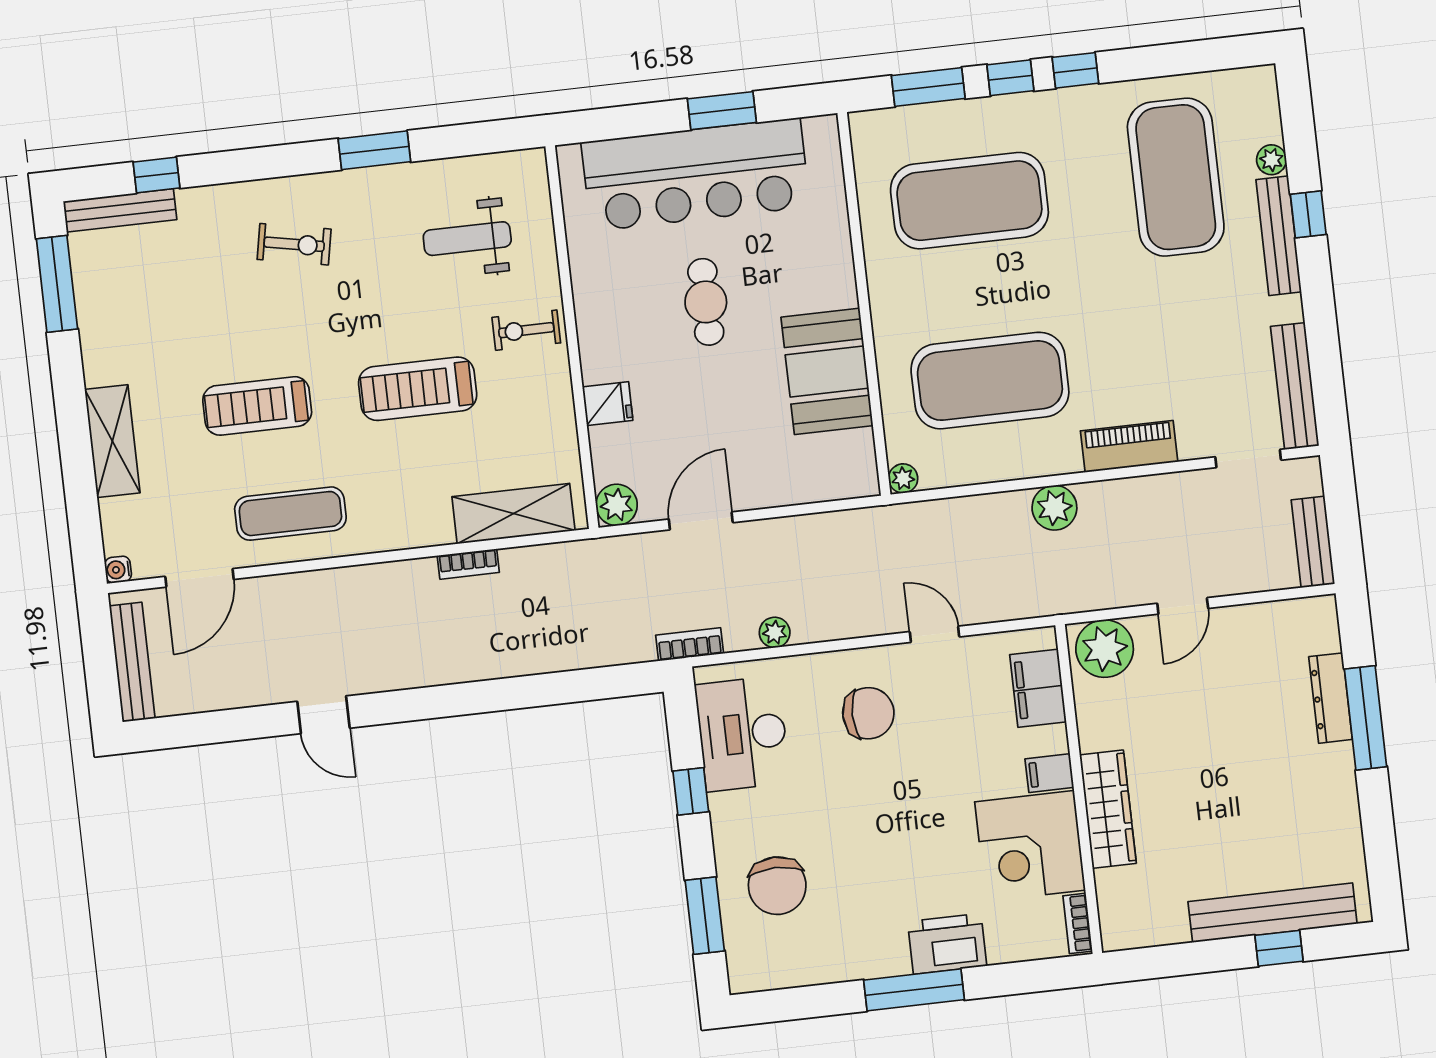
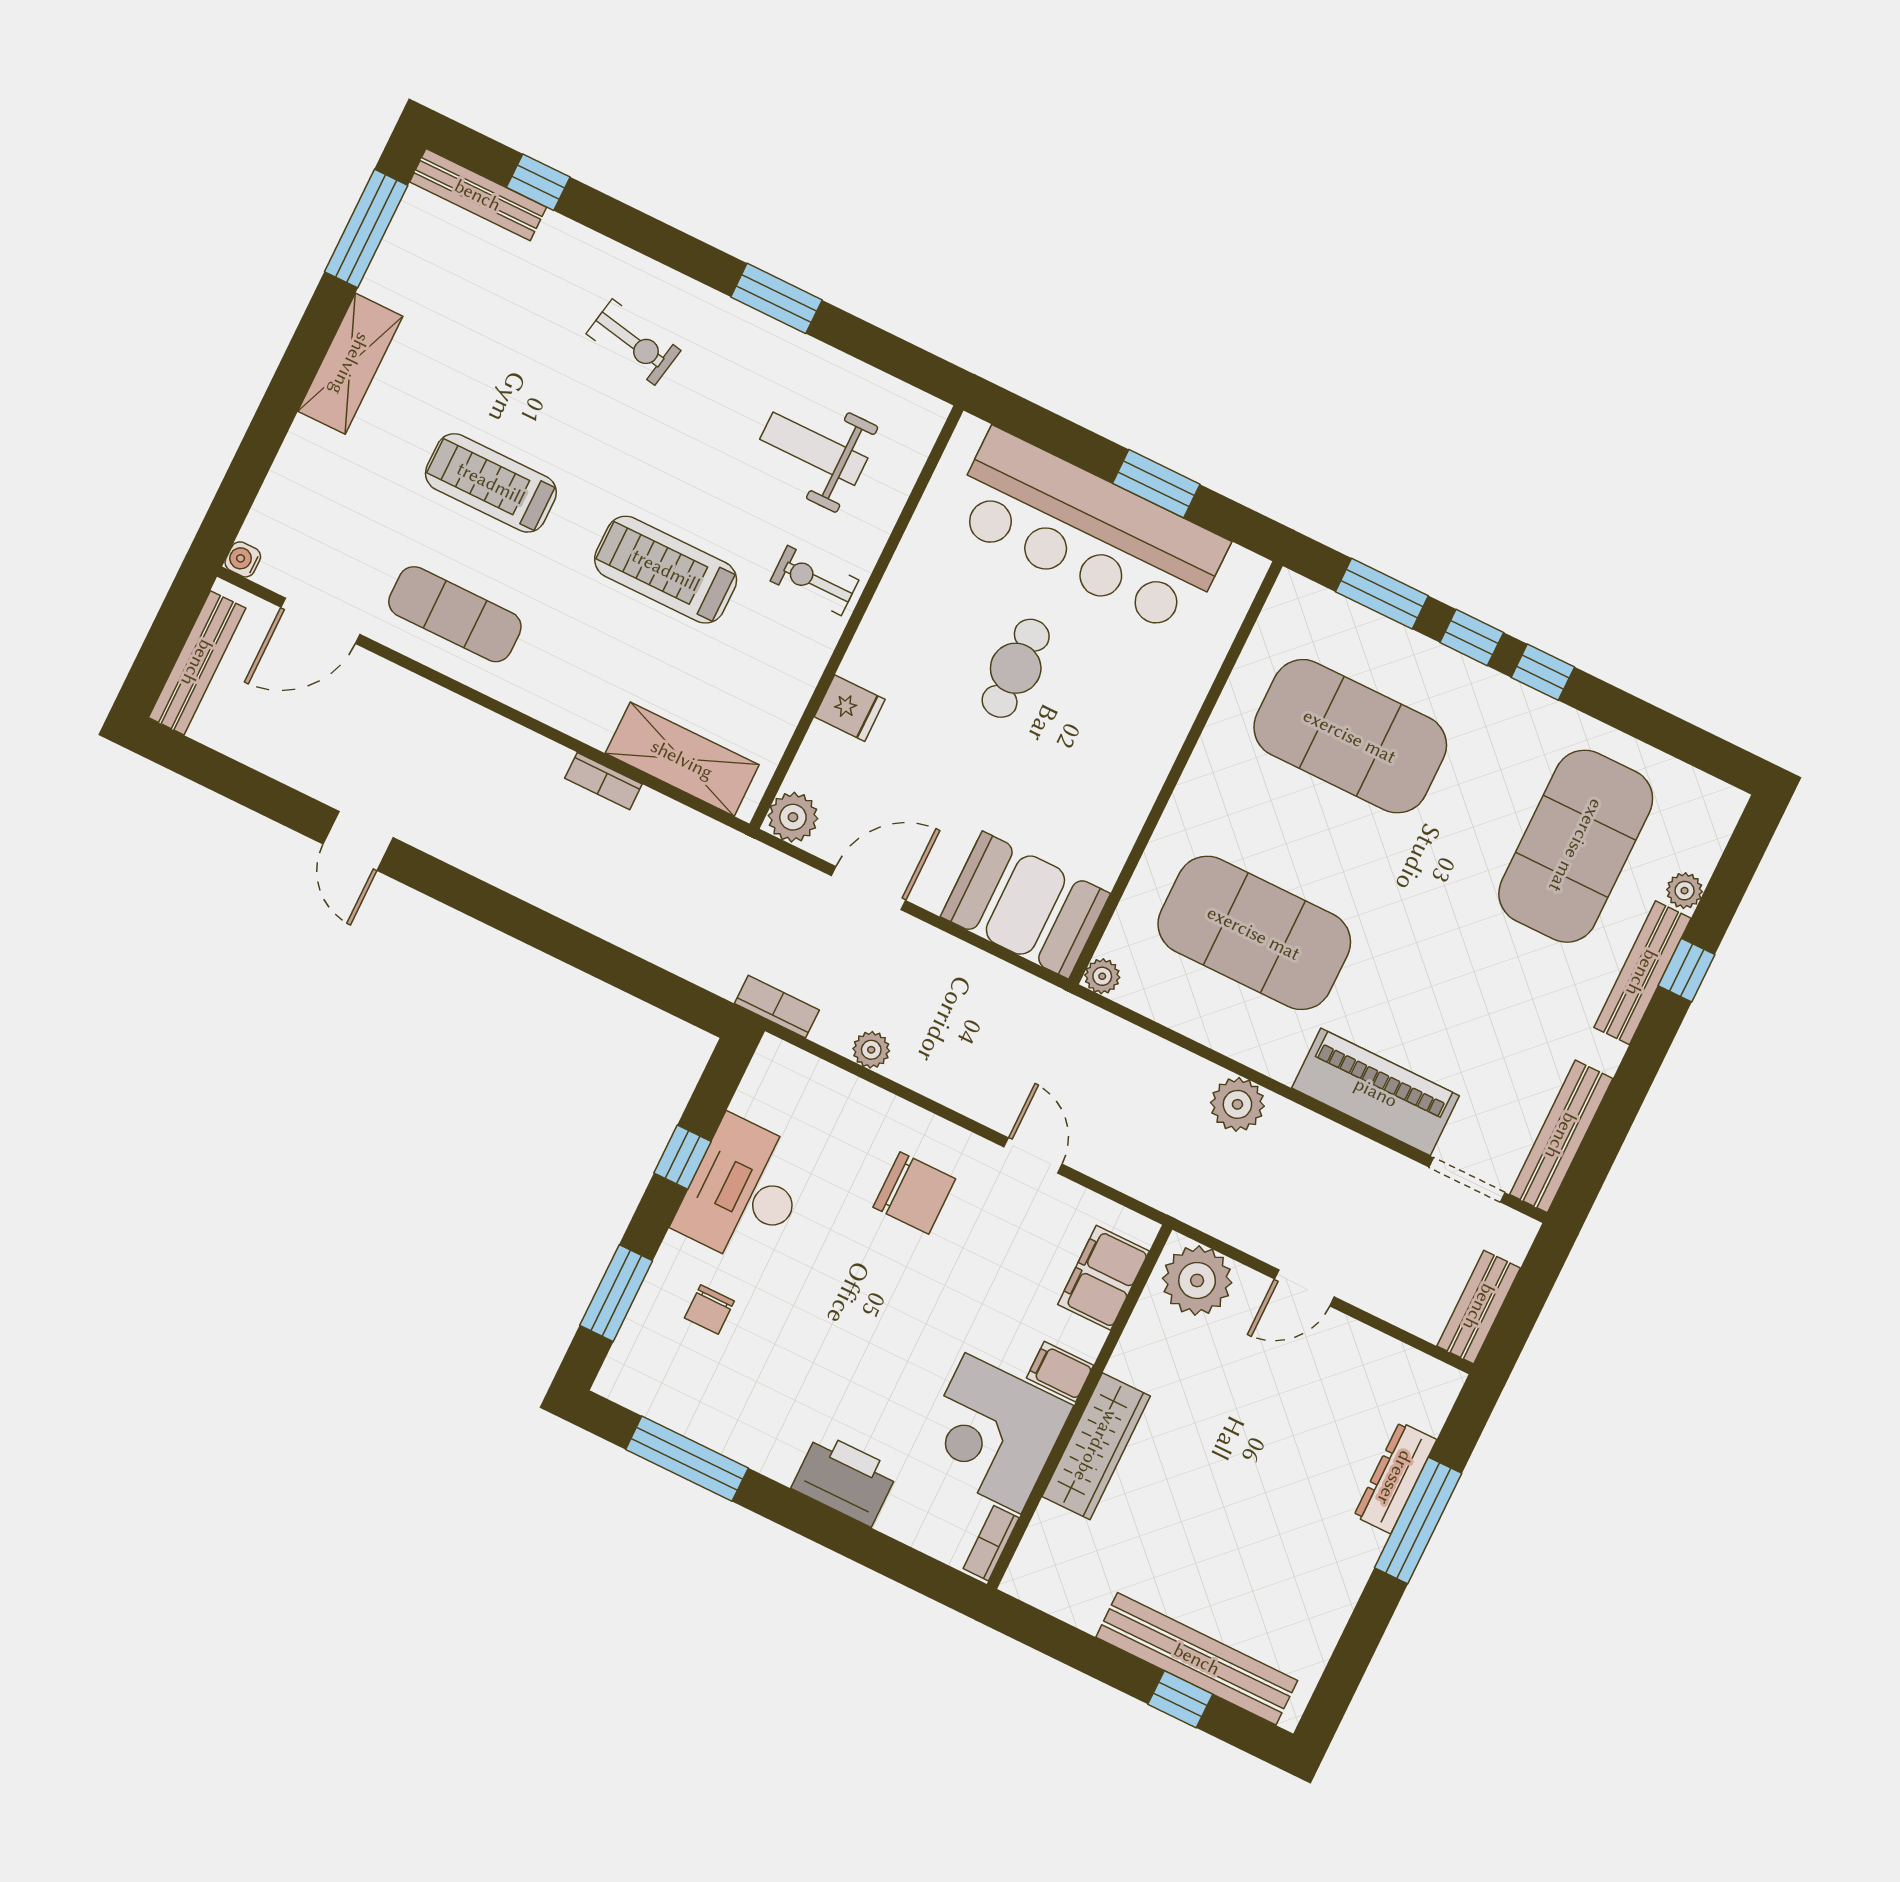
booth: (827, 371) -> (1025, 905), moved, turned 90
shelving: (112, 441) -> (350, 364), moved
piano: (1129, 446) -> (1376, 1092), width x1.37, depth x1.33
desk: (742, 734) -> (744, 1191), moved
chair: (777, 886) -> (709, 1310), width x0.54, depth x0.54
window: (914, 990) -> (687, 1459), moved

